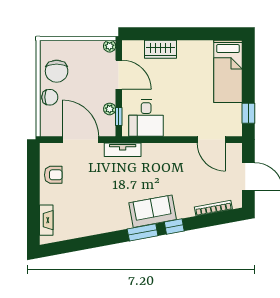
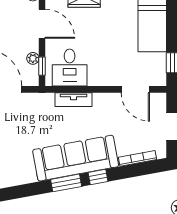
tv unit: (123, 150) -> (74, 100), moved
sofa: (153, 211) -> (76, 158), width x1.85, depth x1.27

